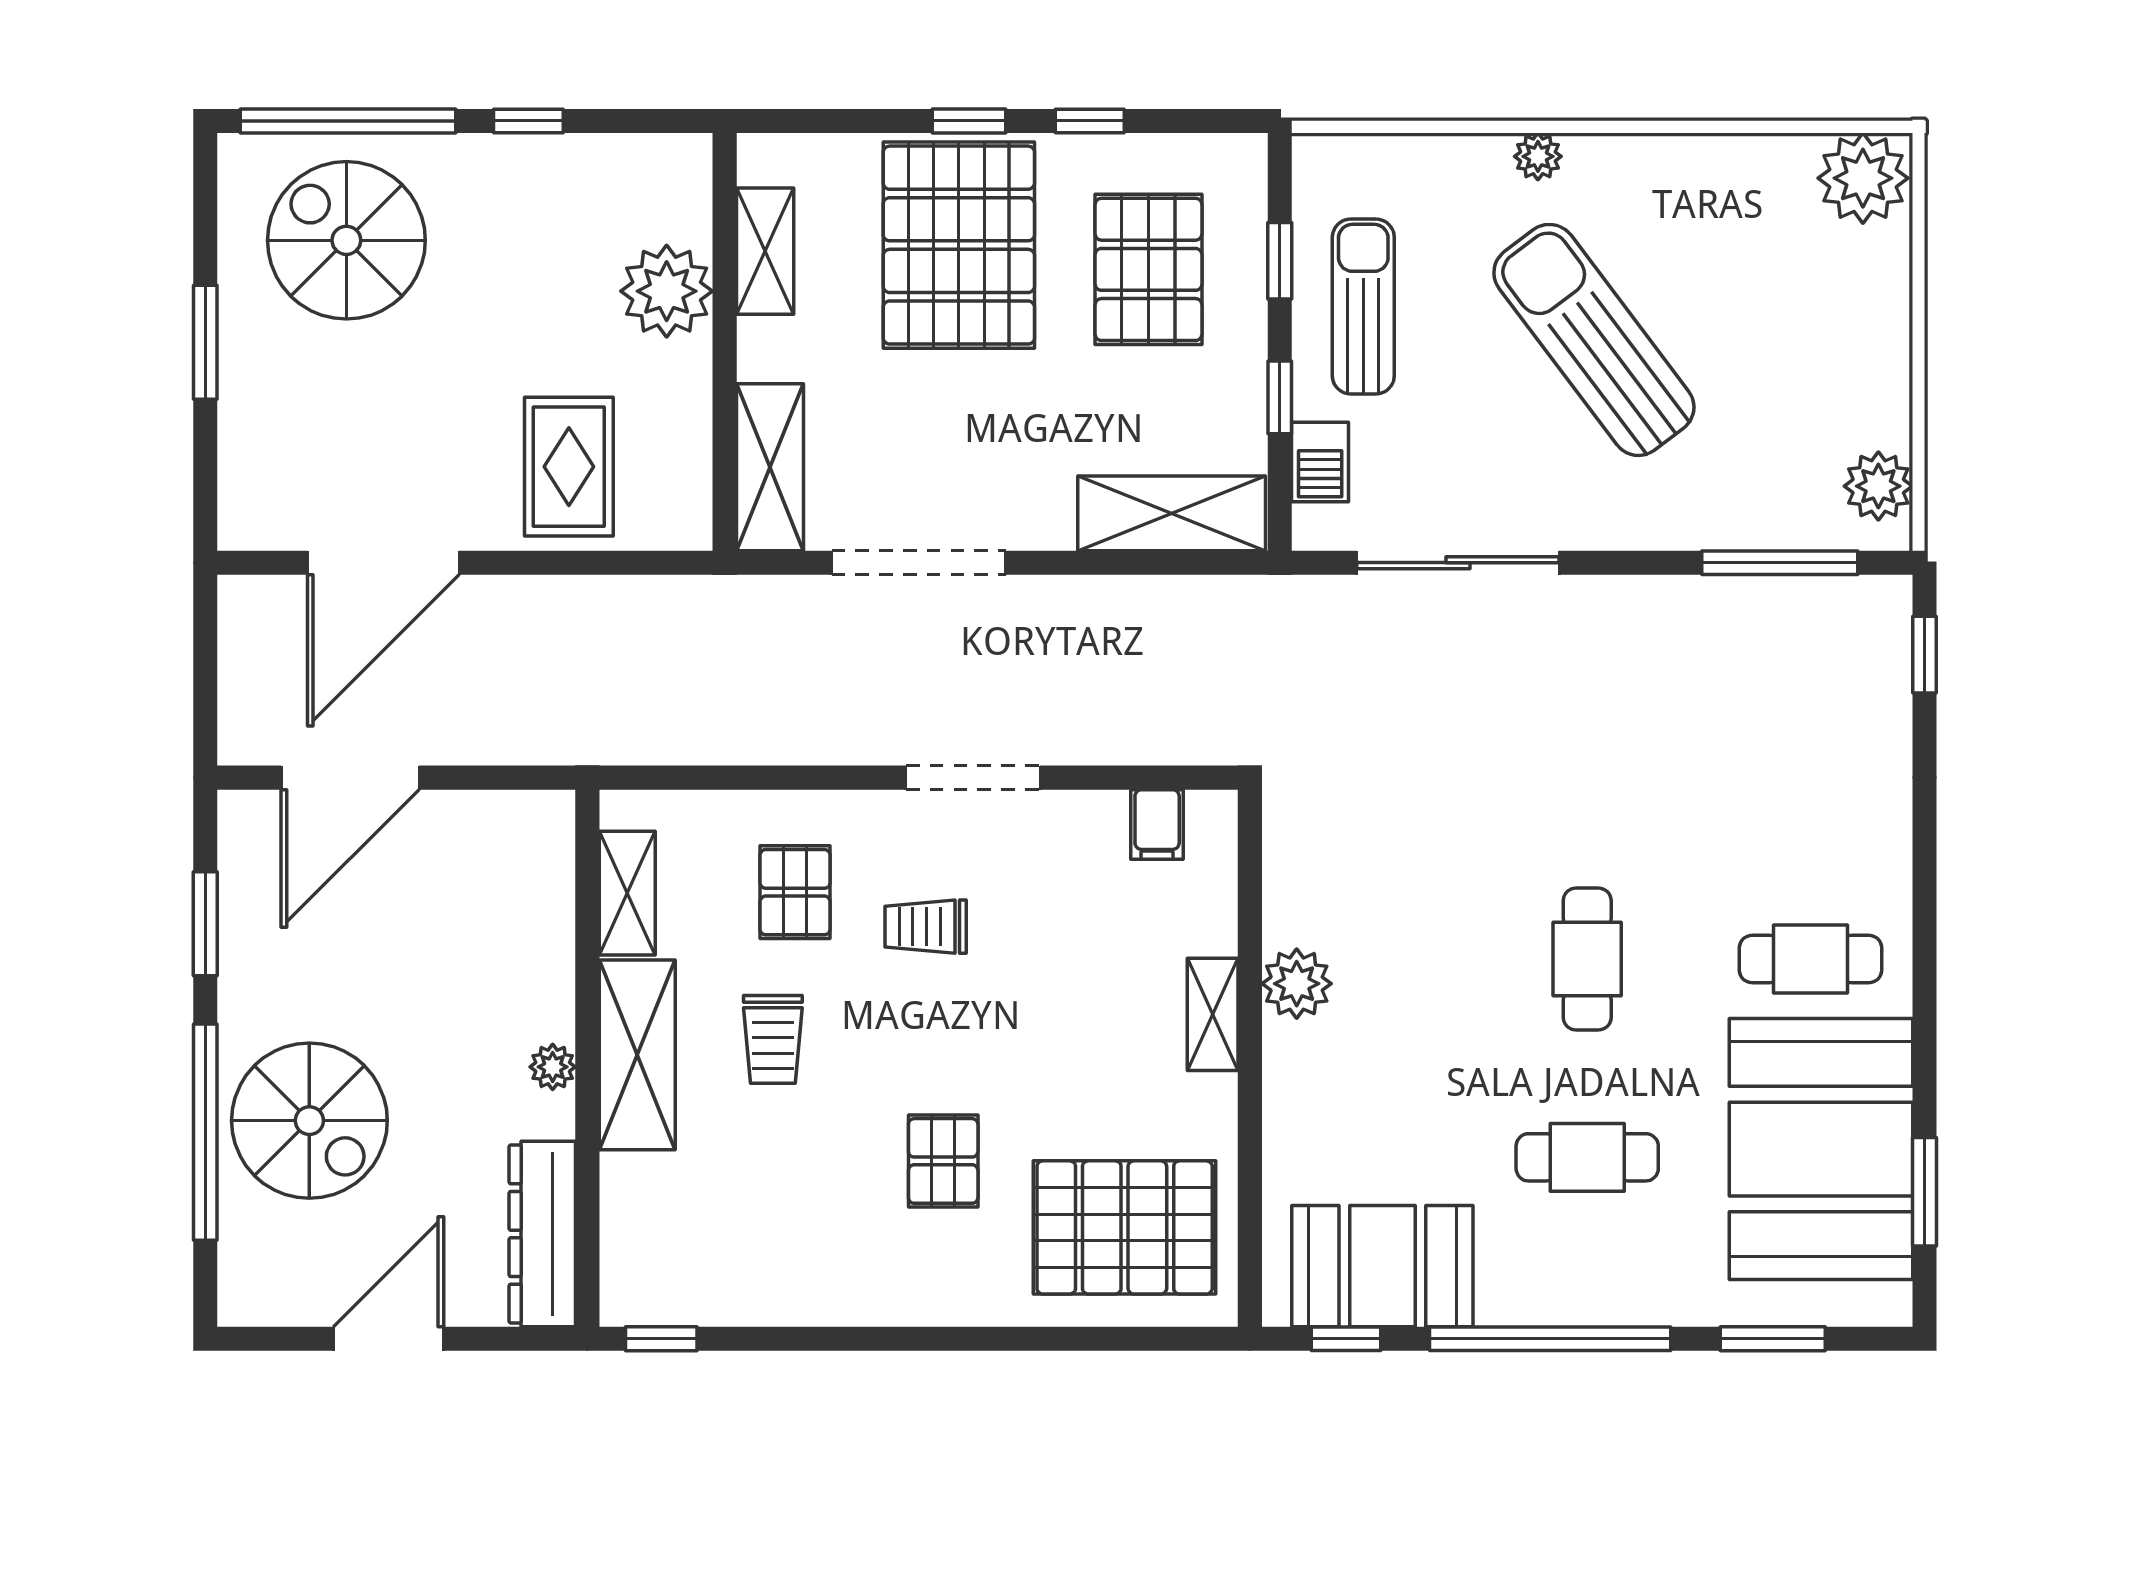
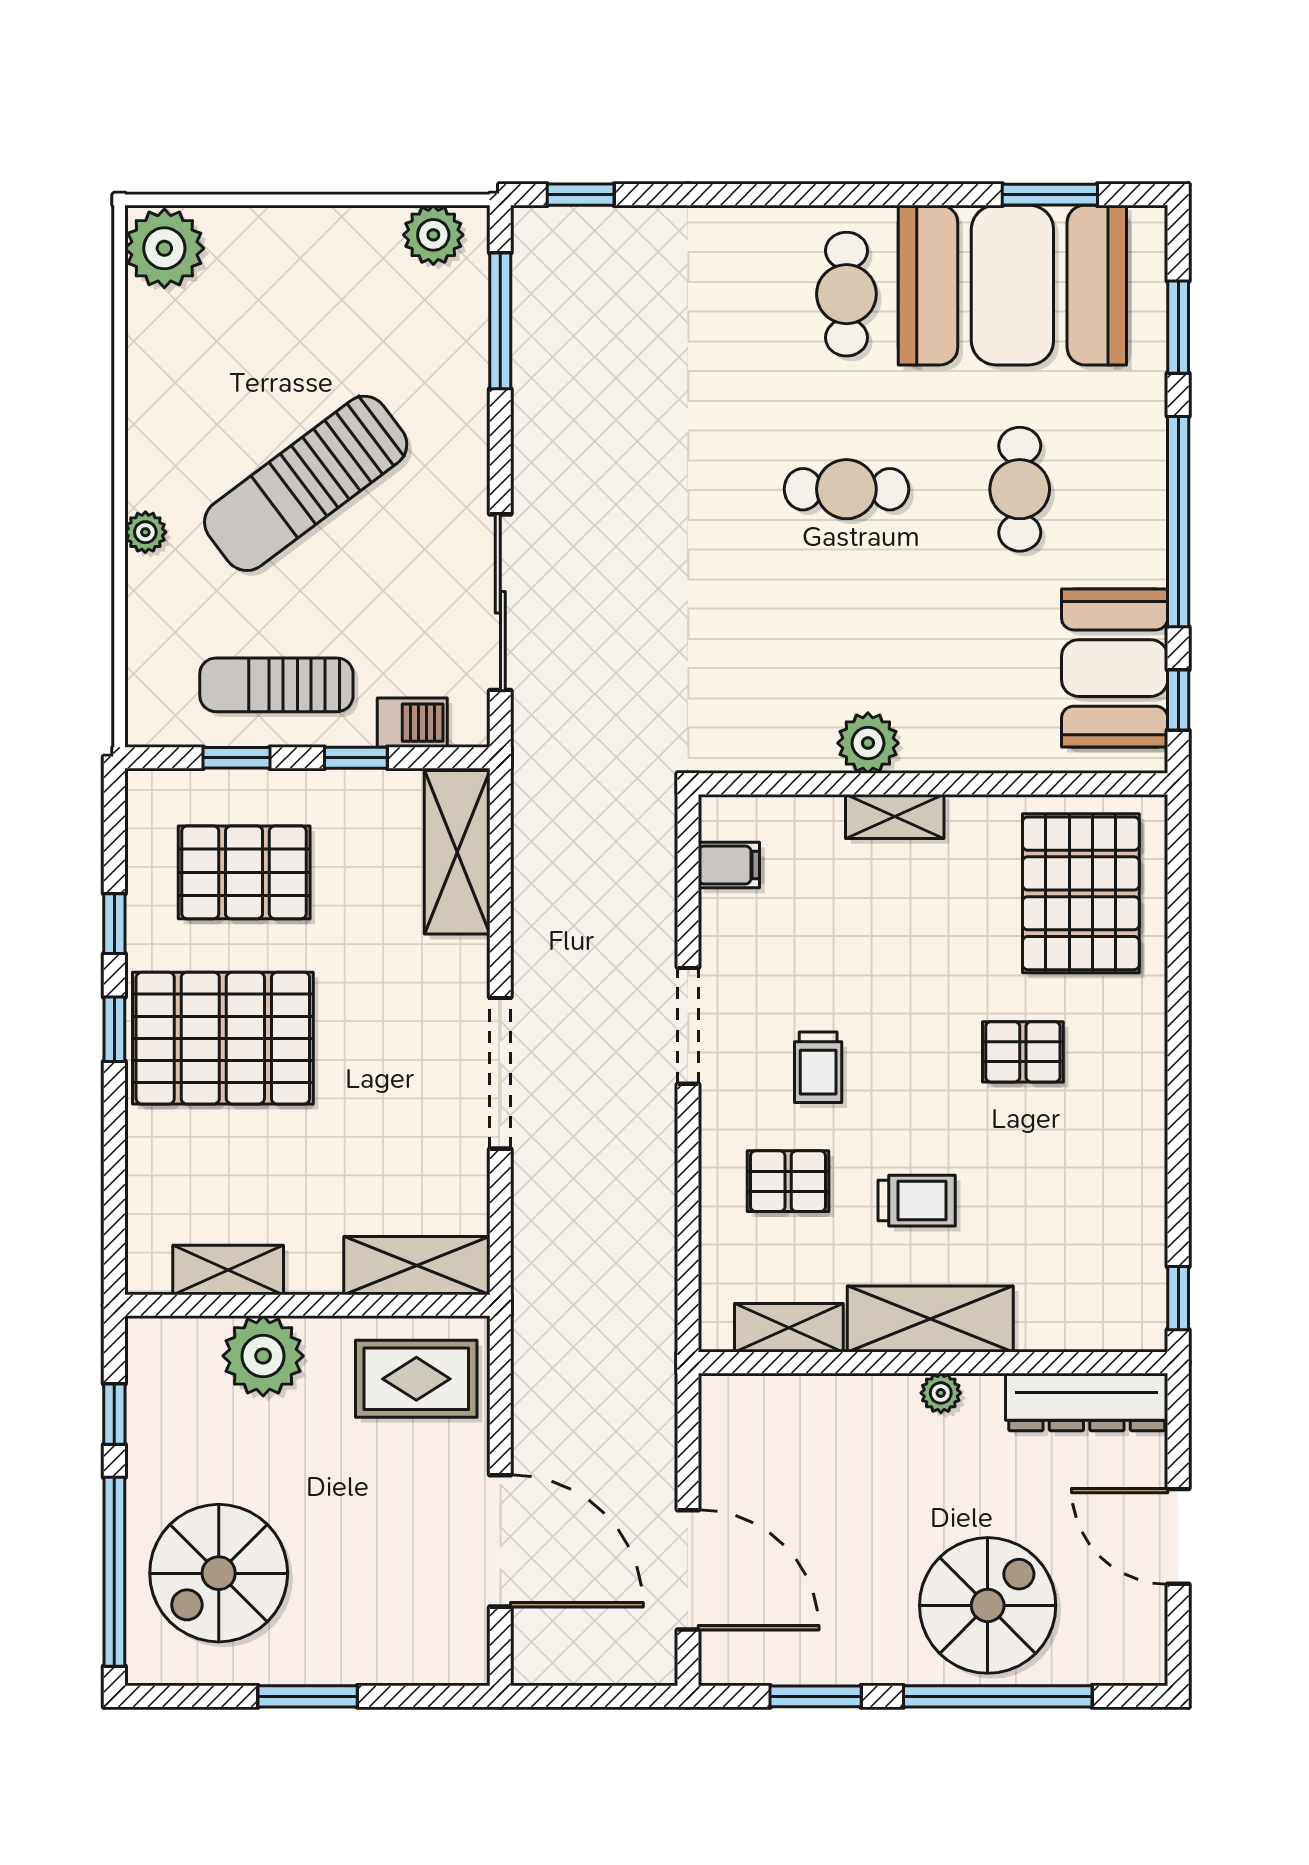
shelving: (765, 251) -> (228, 1270), moved
plant: (667, 291) -> (263, 1356), moved
wall: (725, 342) -> (307, 1305), moved
shelving: (770, 467) -> (417, 1266), moved

